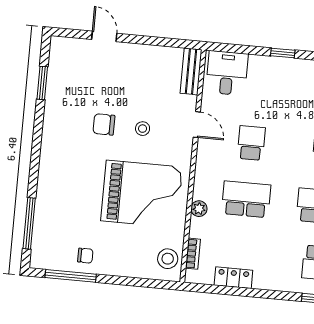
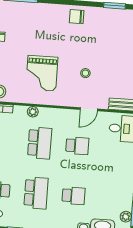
chair: (104, 124) -> (77, 17), moved, turned -90
grand piano: (142, 194) -> (42, 73), width x0.73, depth x0.68

